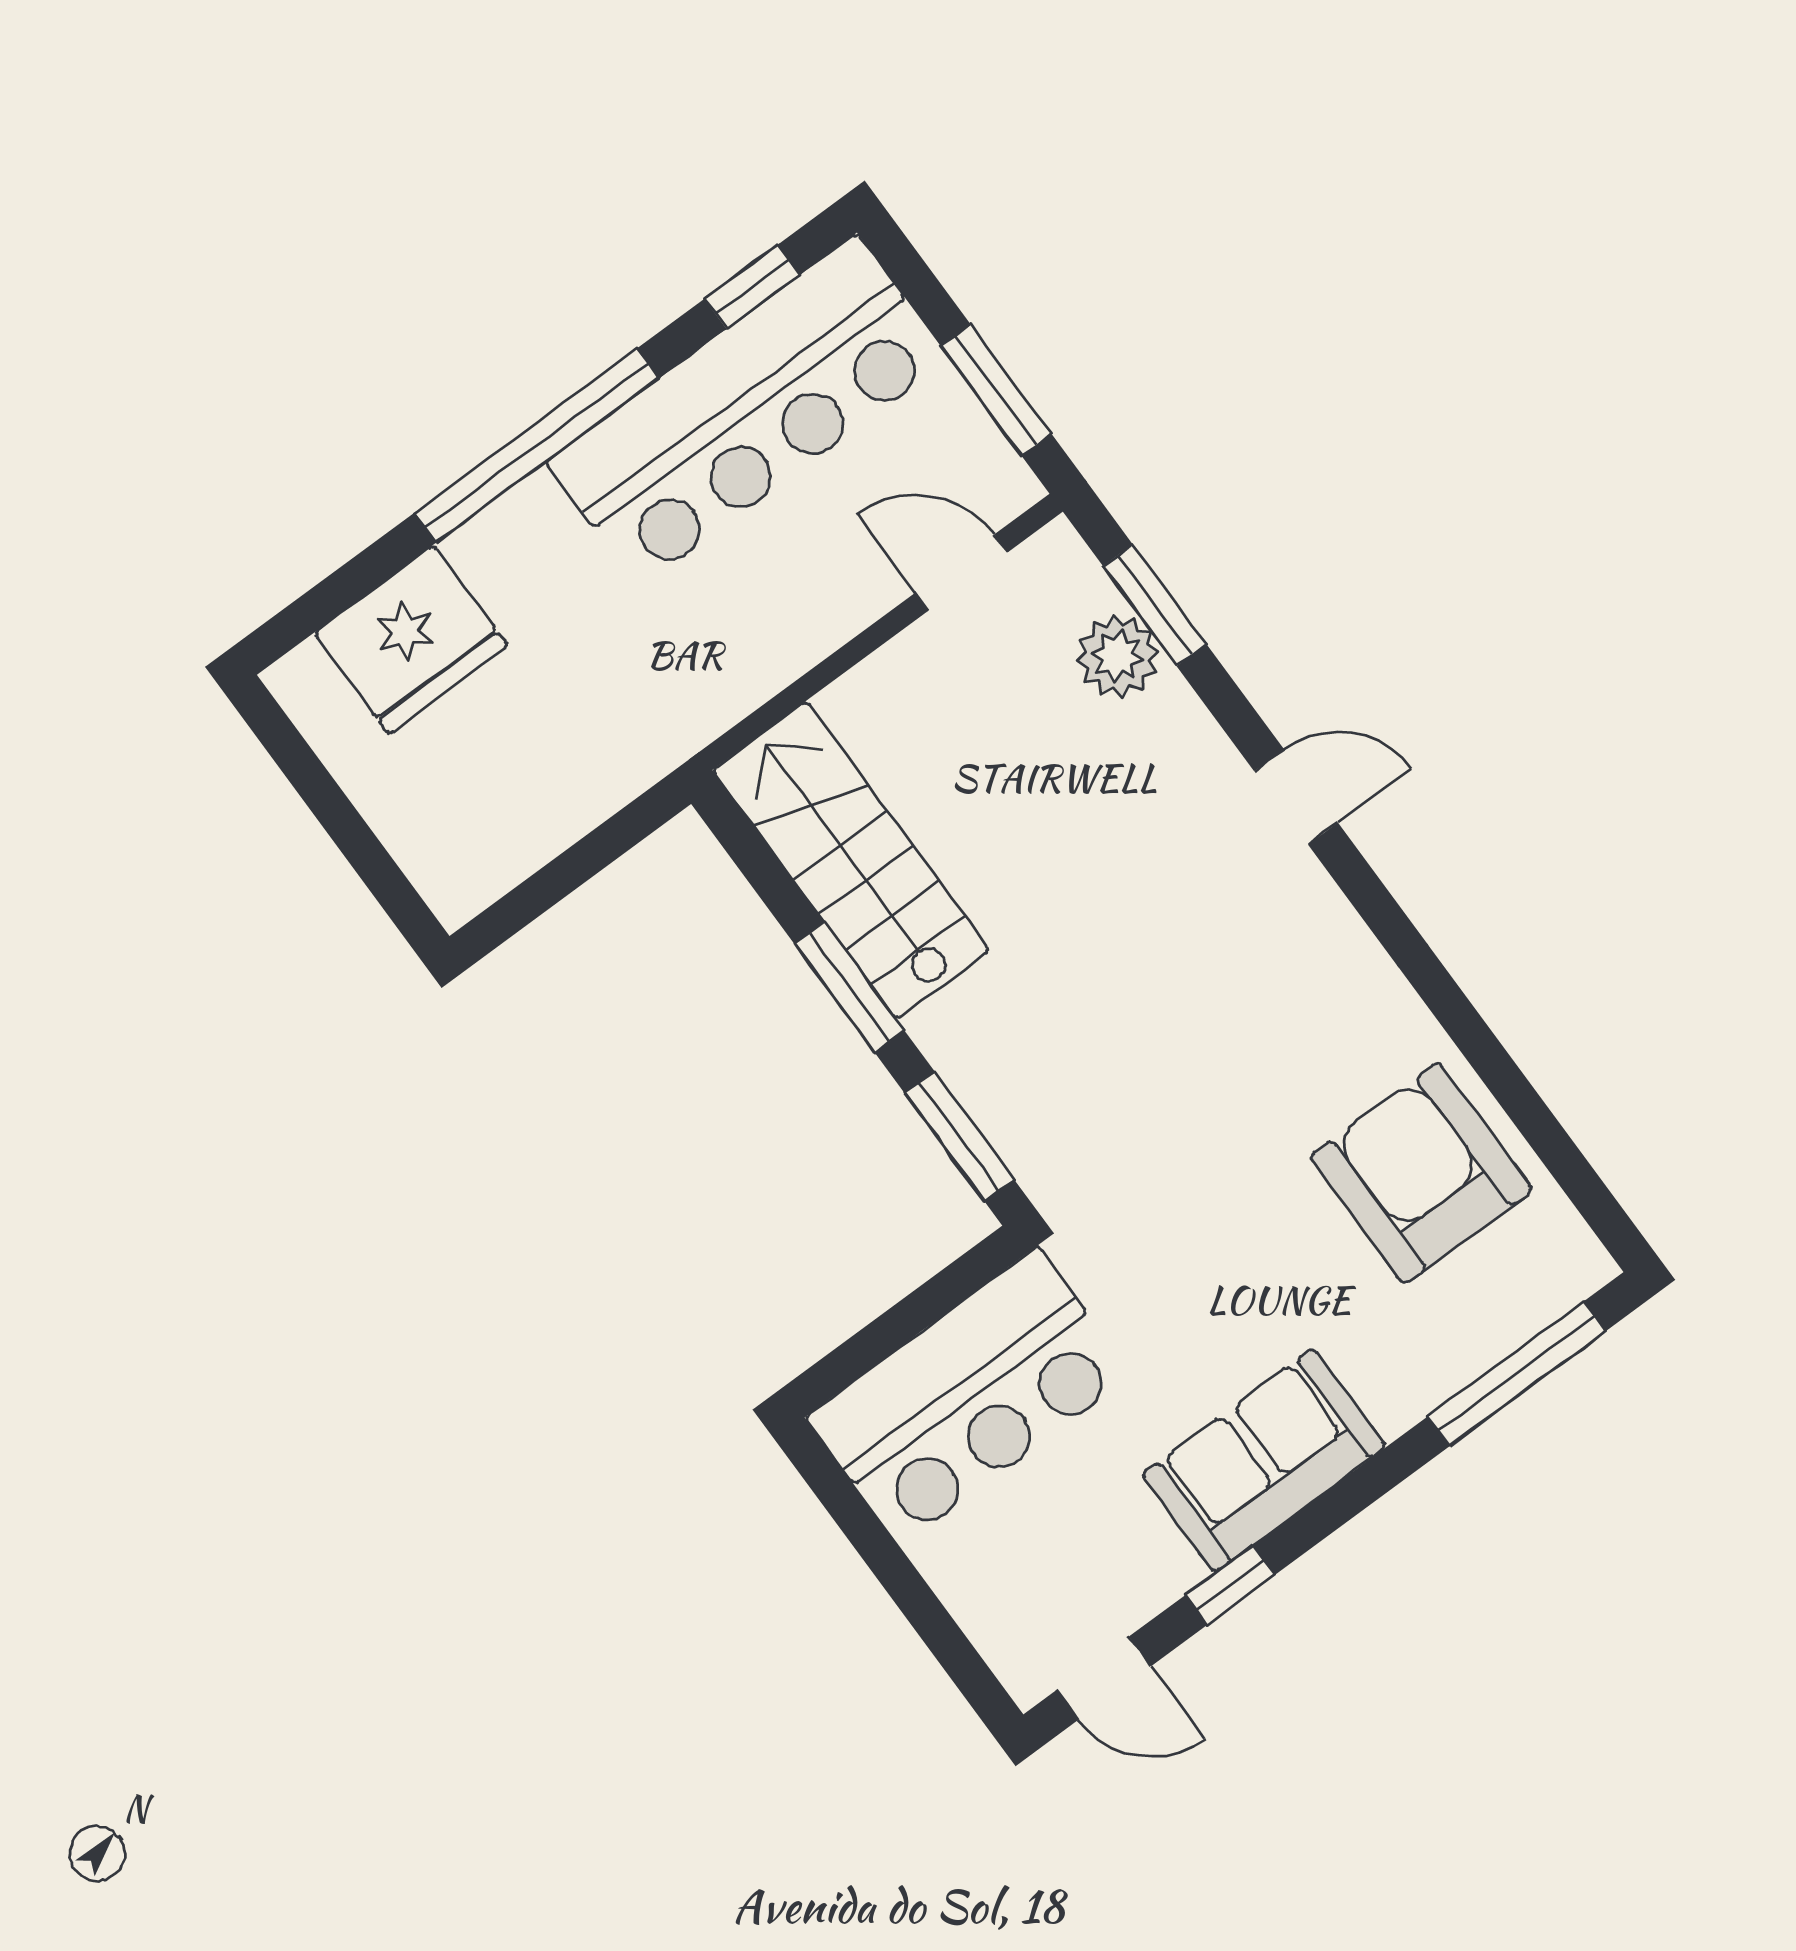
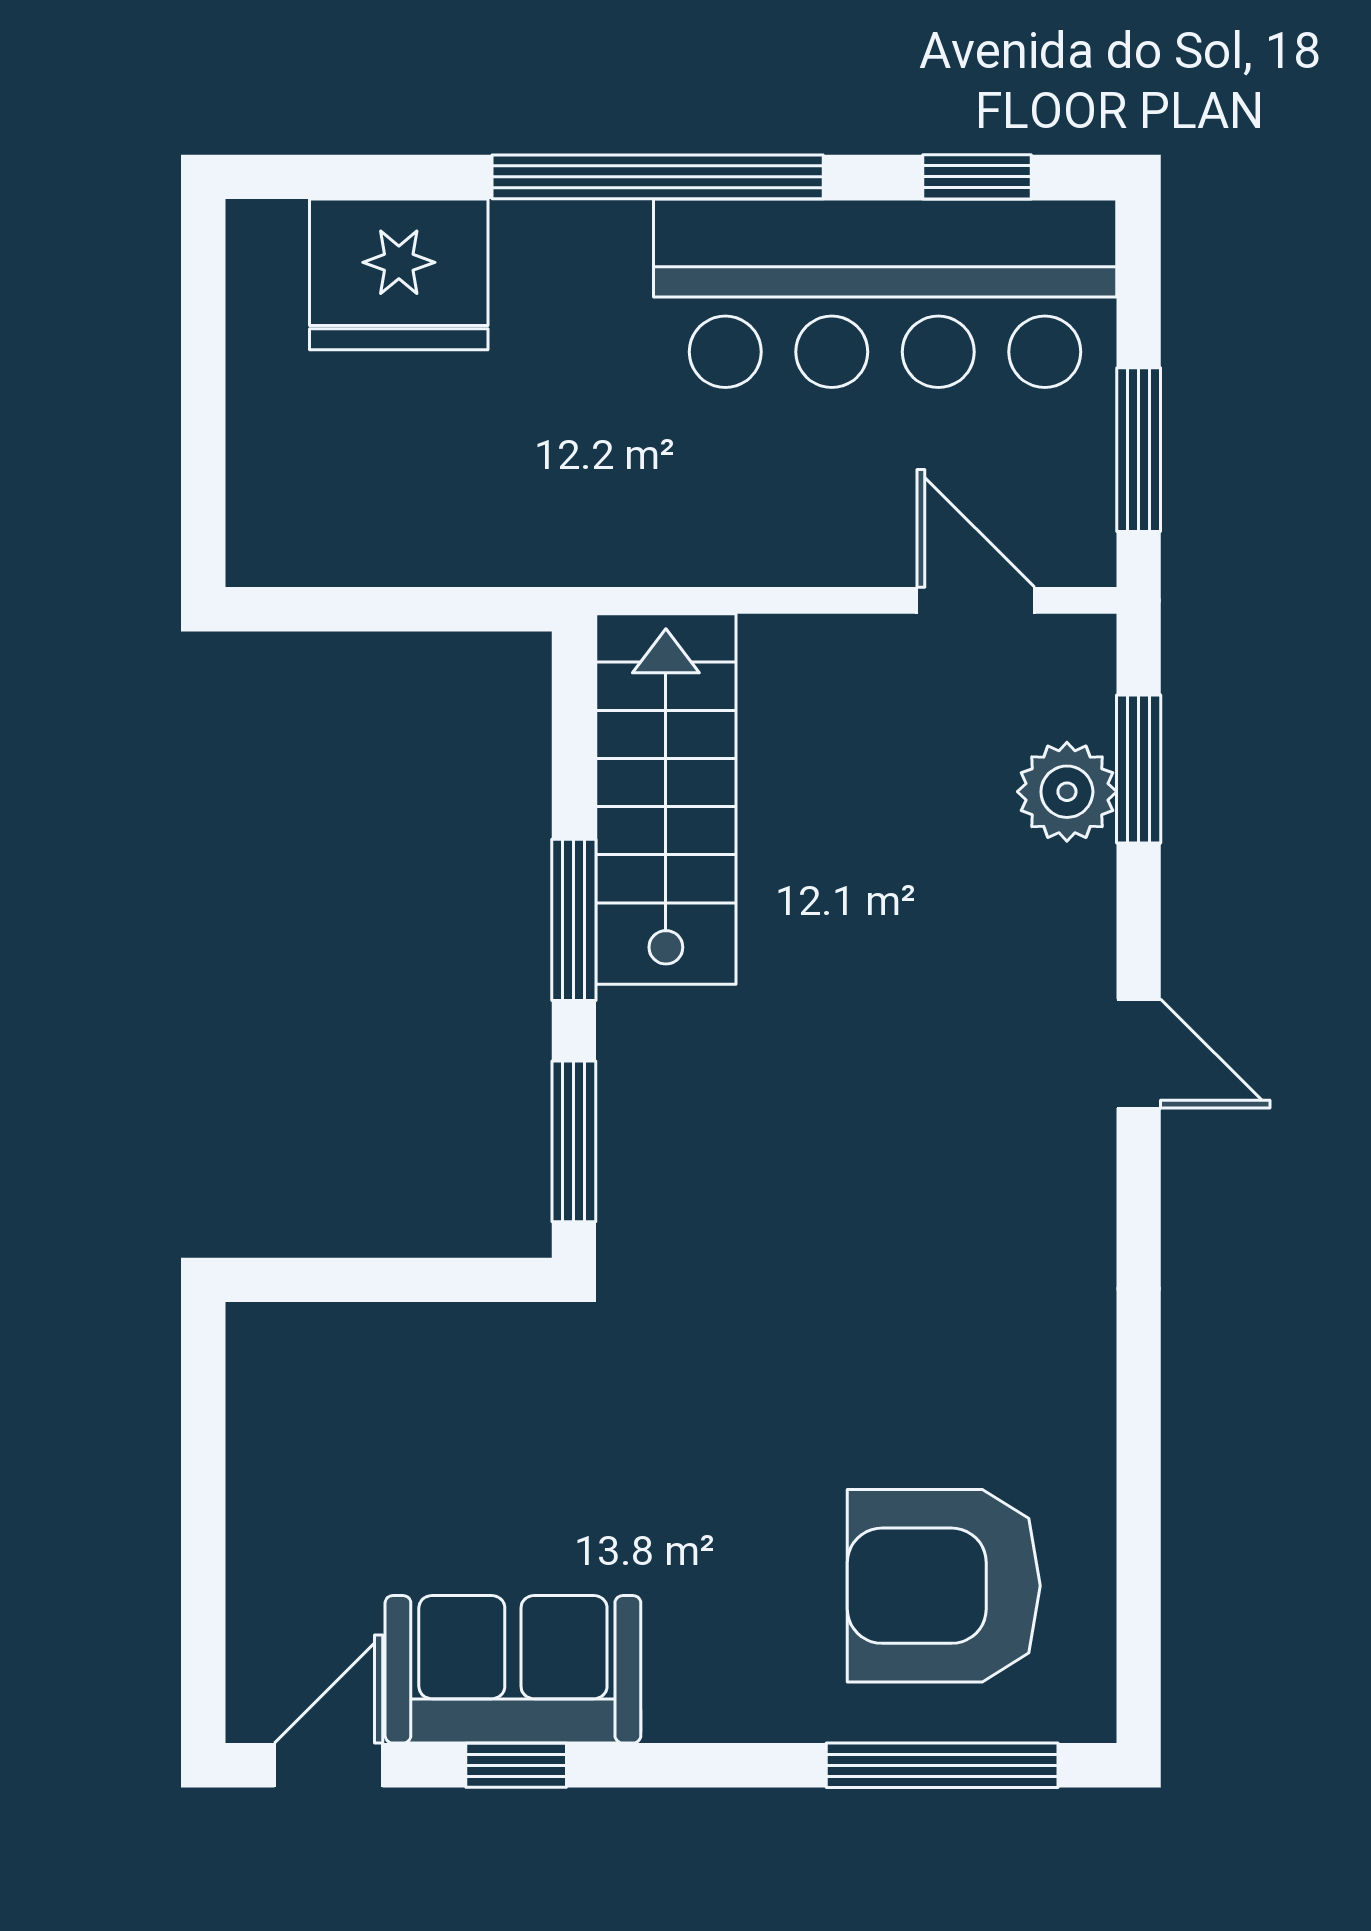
armchair: (1421, 1173) -> (944, 1586), moved, turned -90
bar counter: (969, 1396) -> (399, 1398), removed
sofa: (1264, 1460) -> (513, 1669), moved
door: (1104, 1678) -> (328, 1765), swing flipped

